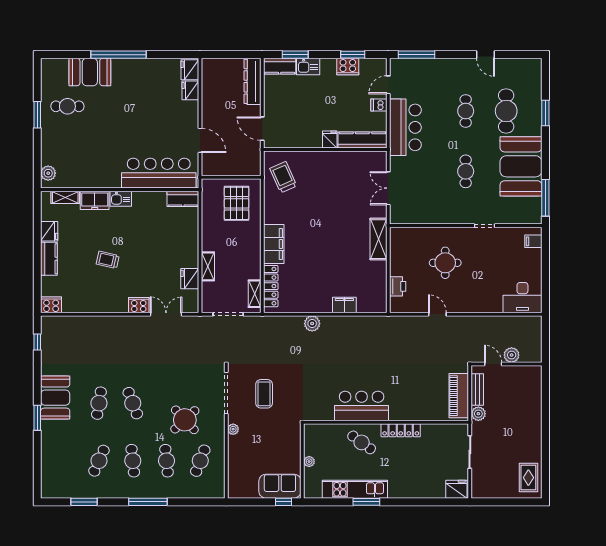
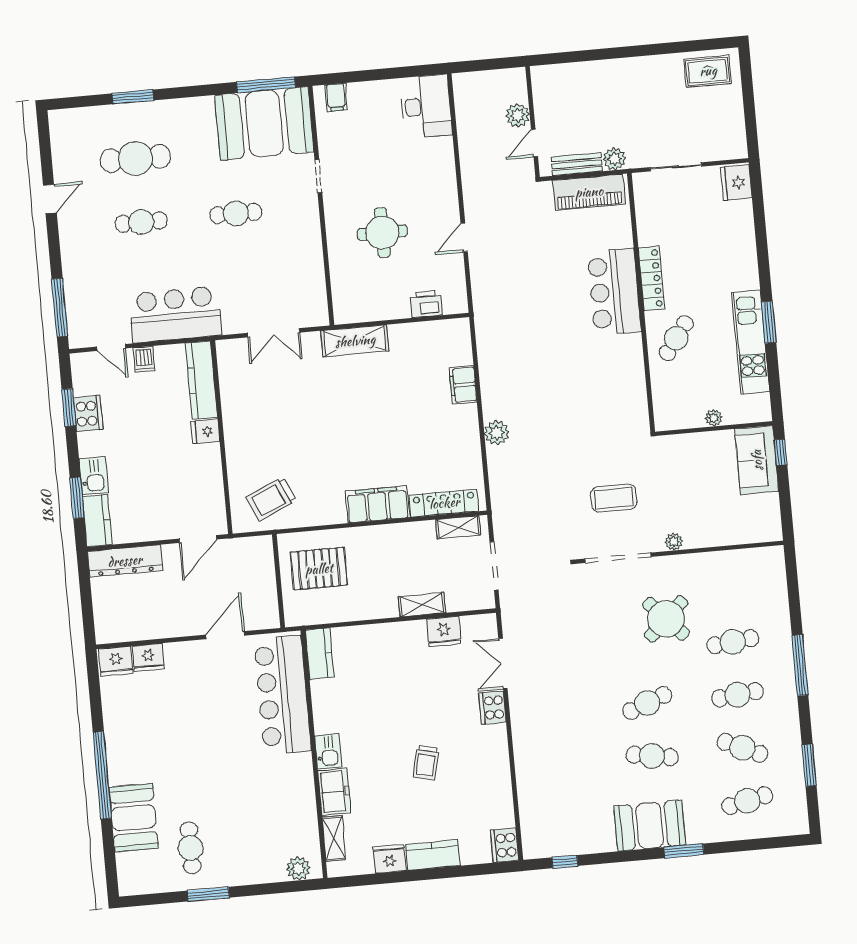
booth: (521, 166) -> (264, 123), moved
bar counter: (362, 406) -> (614, 292), moved
cafe table: (200, 461) -> (747, 801), moved, turned -33

